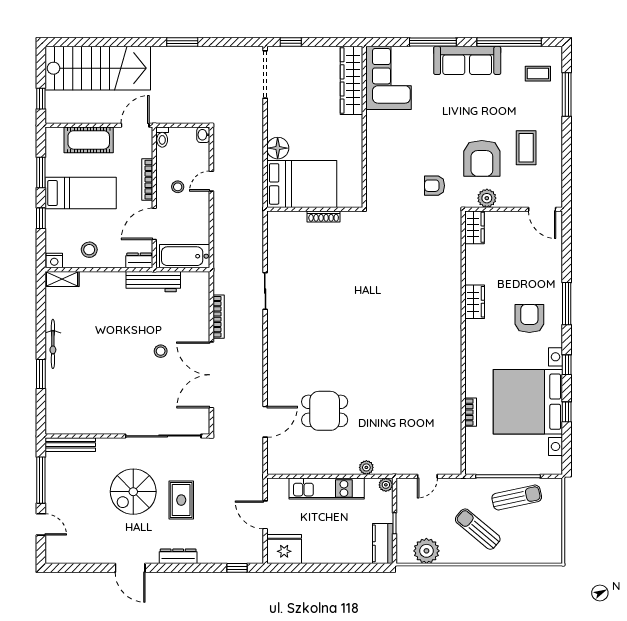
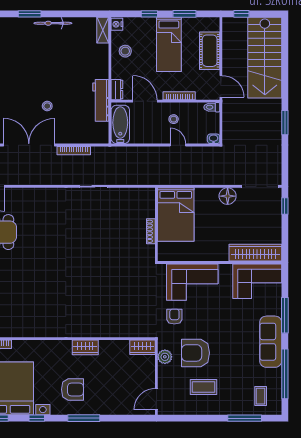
floor lamp: (278, 148) -> (228, 196), moved
corner sofa: (390, 163) -> (192, 282), added

